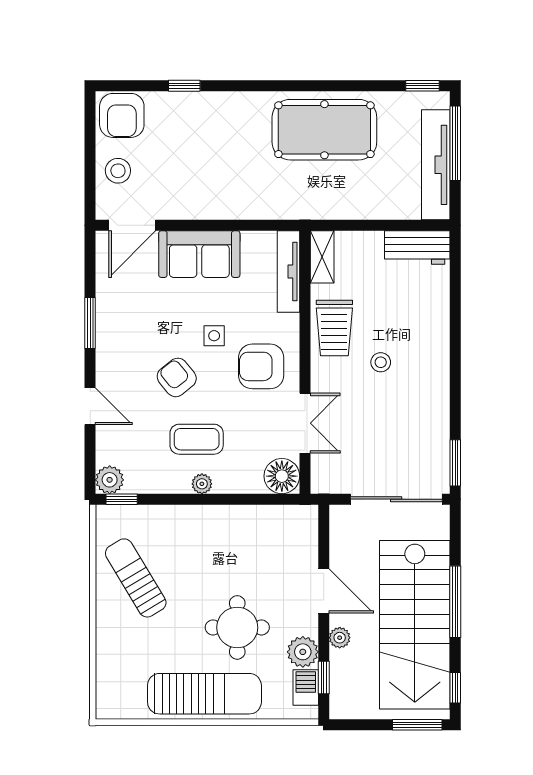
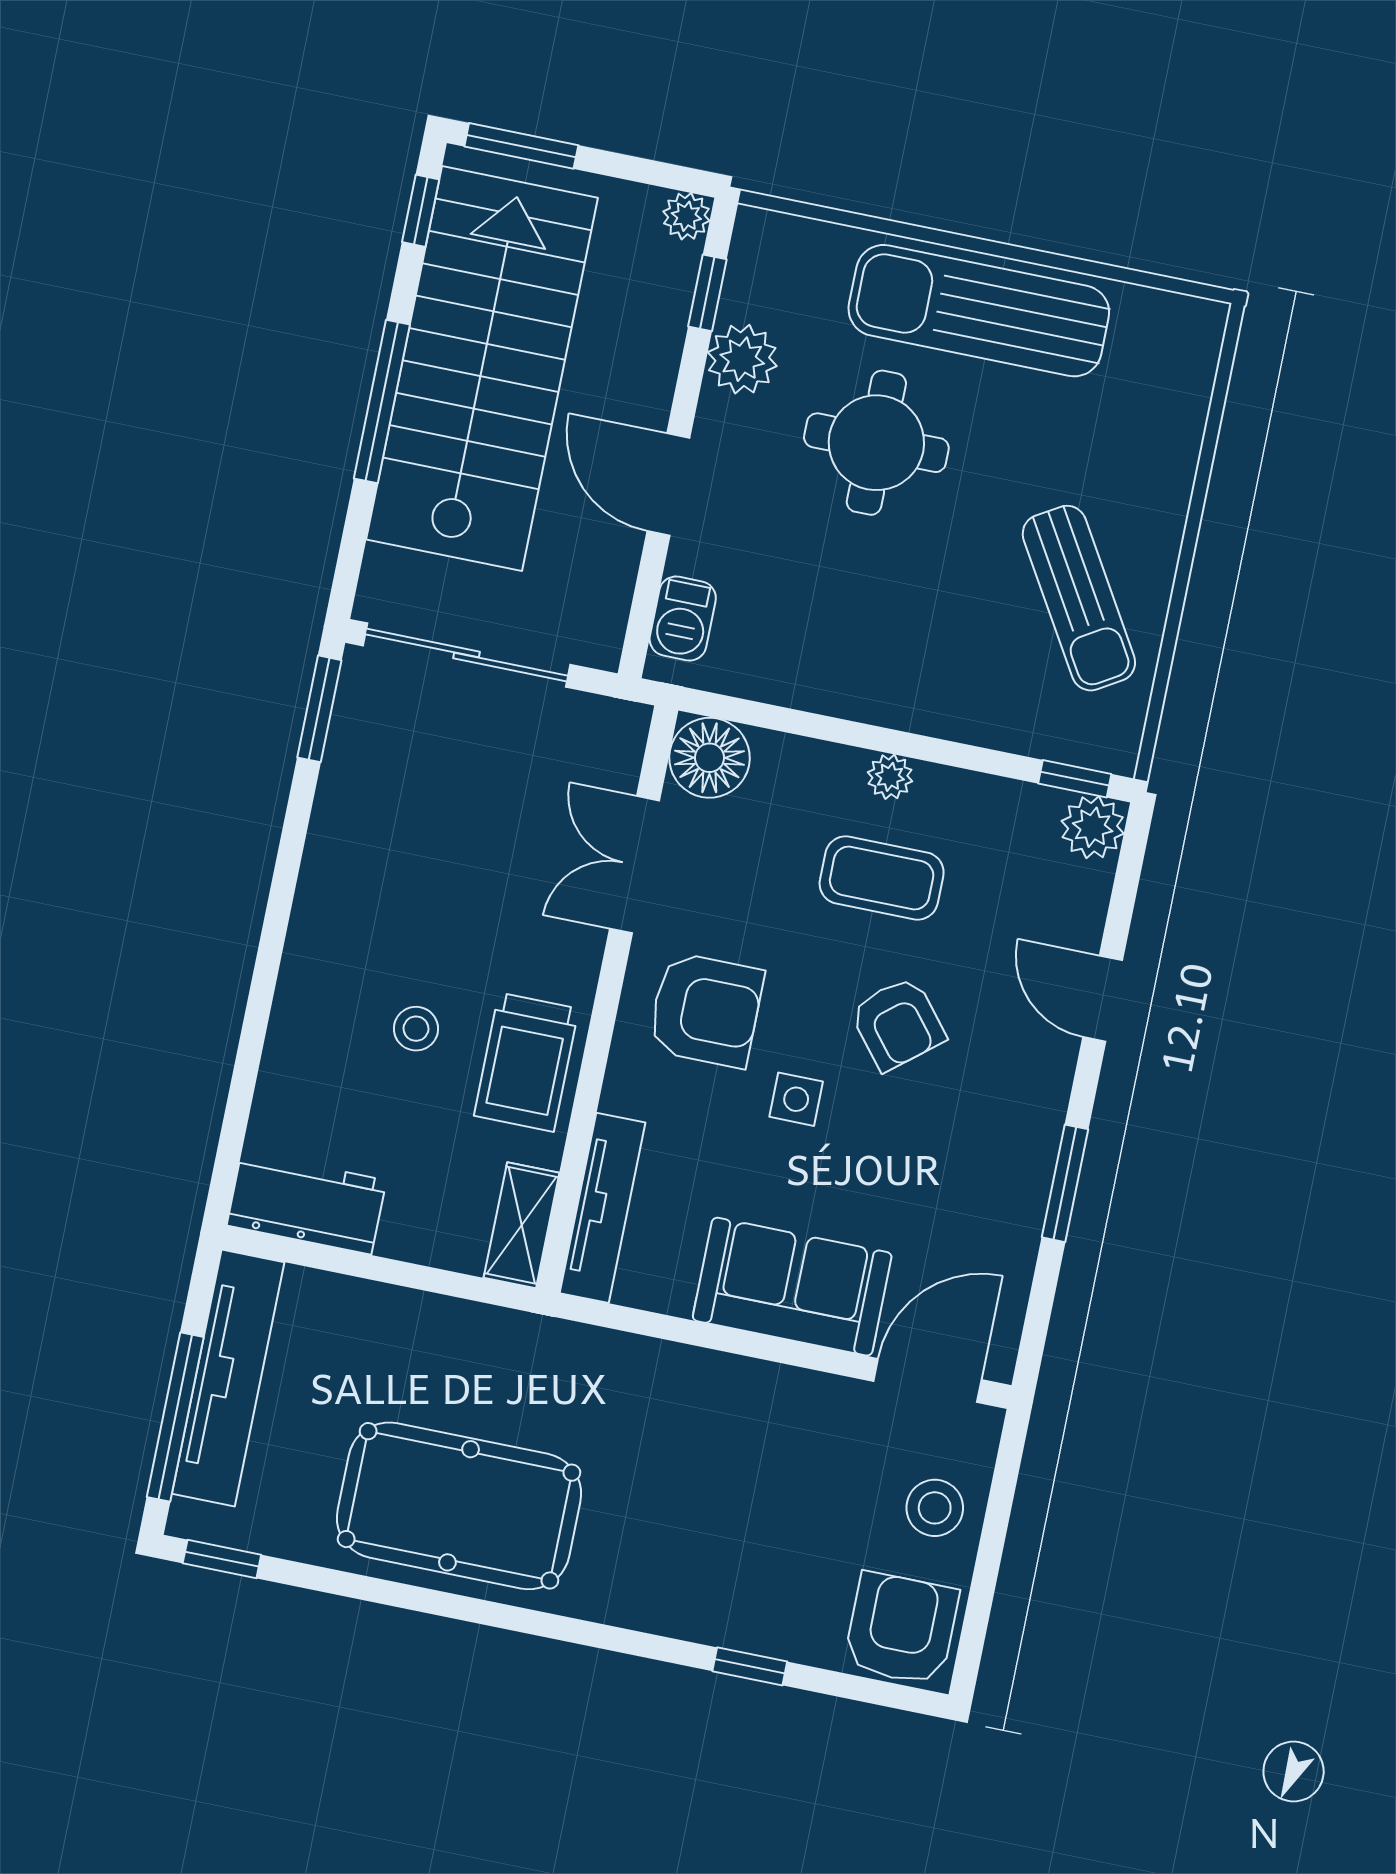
trolley: (334, 328) -> (526, 1062), turned 180
stool: (381, 362) -> (416, 1029), moved
plant: (340, 638) -> (686, 216), moved
barbecue: (306, 687) -> (683, 619), moved

